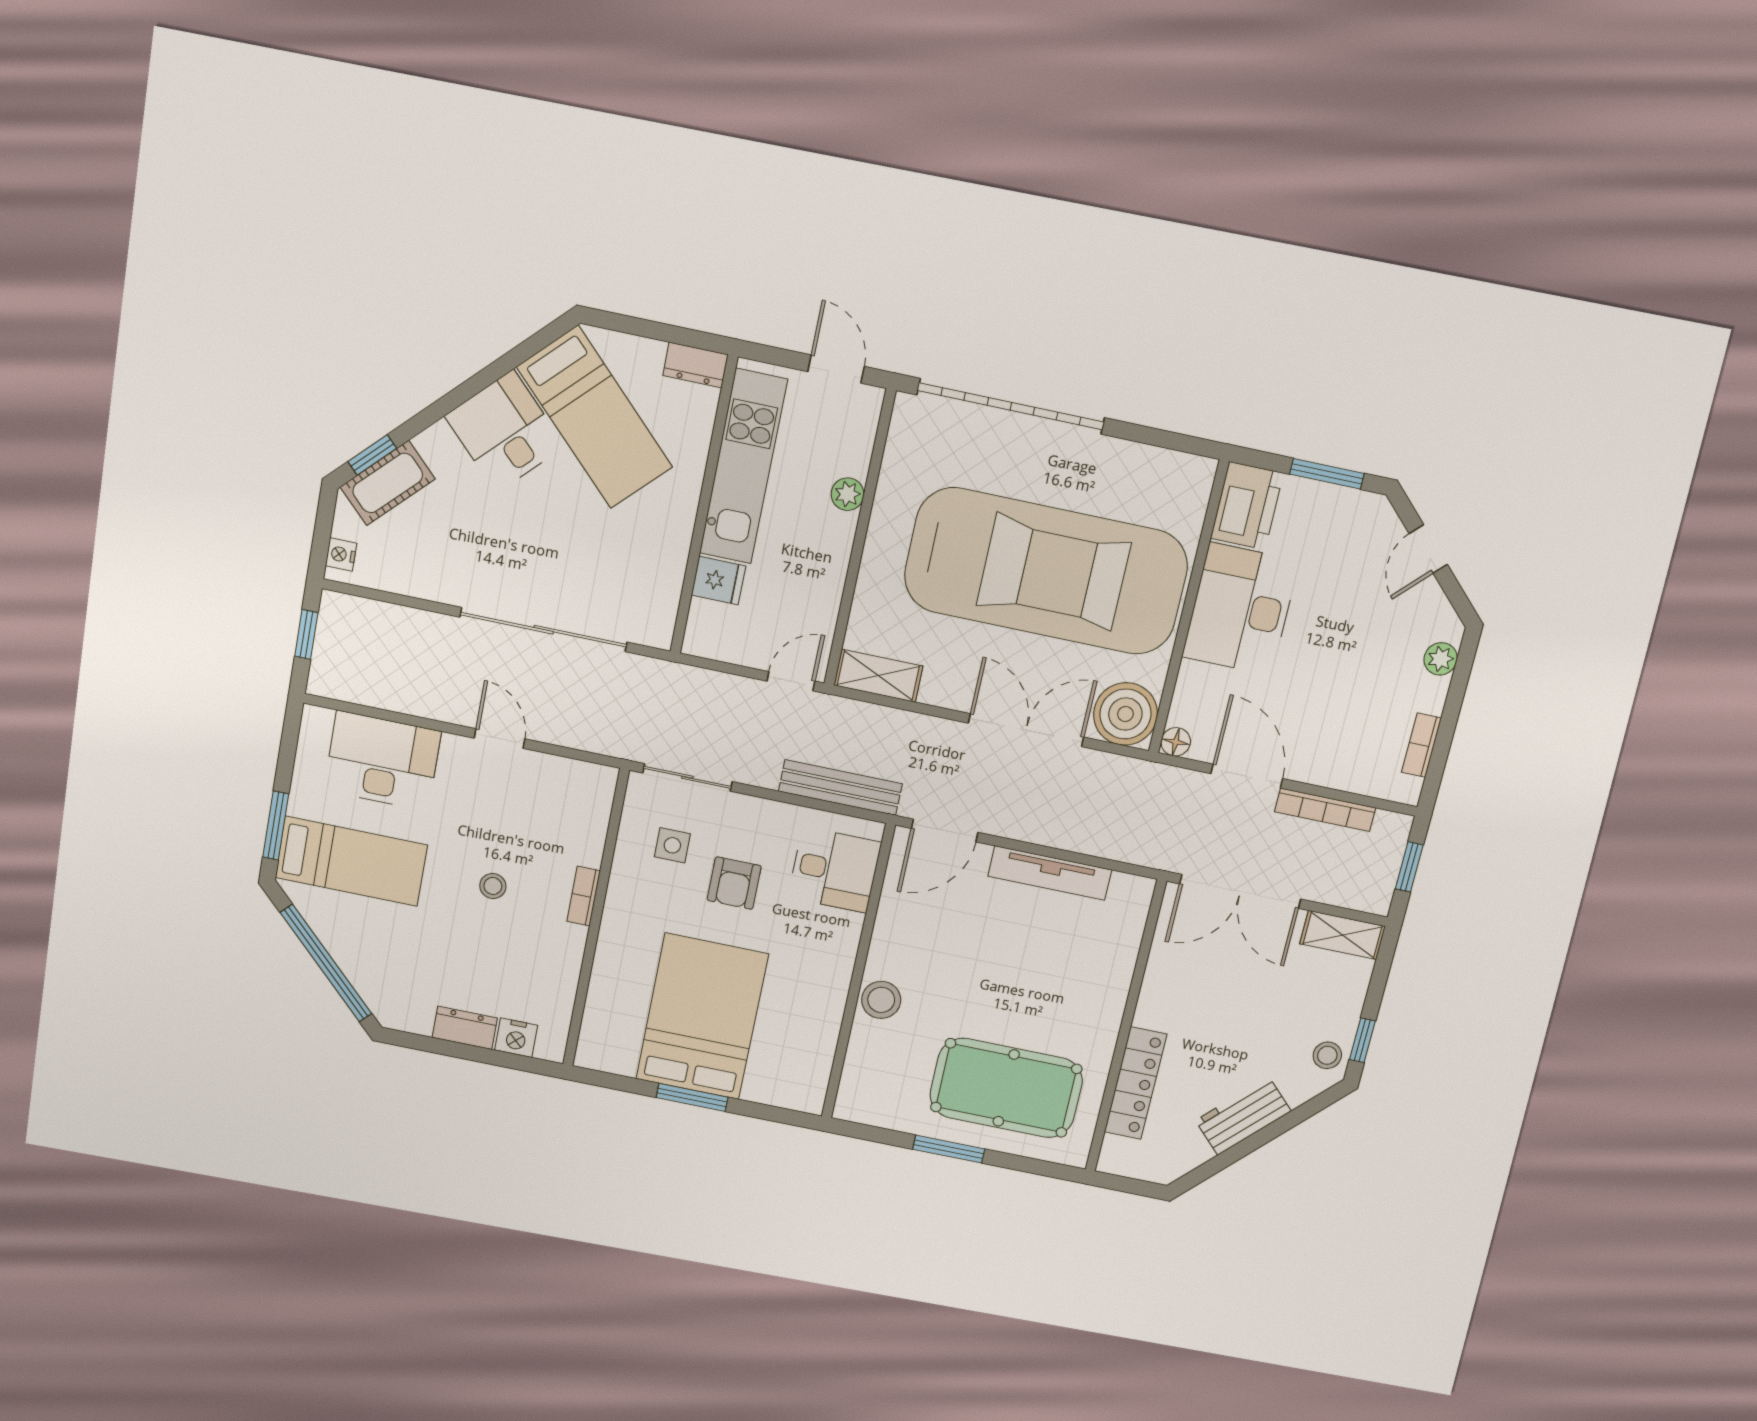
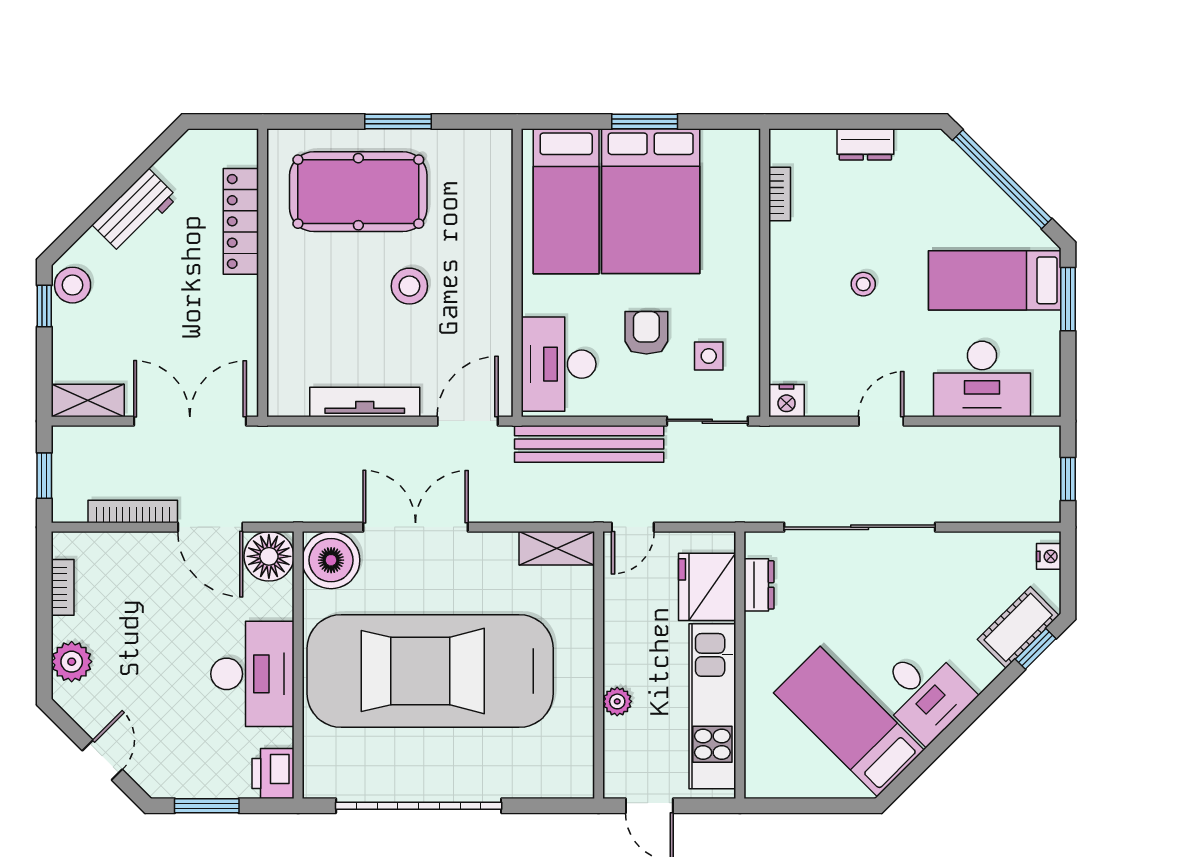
dresser: (696, 365) -> (759, 585), moved, turned 90
garage door: (1011, 406) -> (419, 806), moved
printer: (1247, 506) -> (273, 774), width x0.73, depth x0.84
fridge: (718, 581) -> (707, 587), width x1.88, depth x1.34
plant: (1441, 659) -> (72, 662), width x1.38, depth x1.38
double door: (1026, 730) -> (416, 527), swing flipped
door: (500, 739) -> (881, 421), swing flipped
floor lamp: (1176, 742) -> (269, 556), width x1.89, depth x1.89
bench: (840, 788) -> (589, 444), width x1.37, depth x1.21
desk: (834, 870) -> (559, 364), width x1.37
bookcase: (584, 896) -> (780, 194), moved
stool: (881, 1000) -> (409, 286), moved
bed: (791, 1034) -> (566, 201), added
nightstand: (516, 1038) -> (787, 401), moved, turned 180
stool: (1327, 1055) -> (73, 285), width x1.37, depth x1.37

